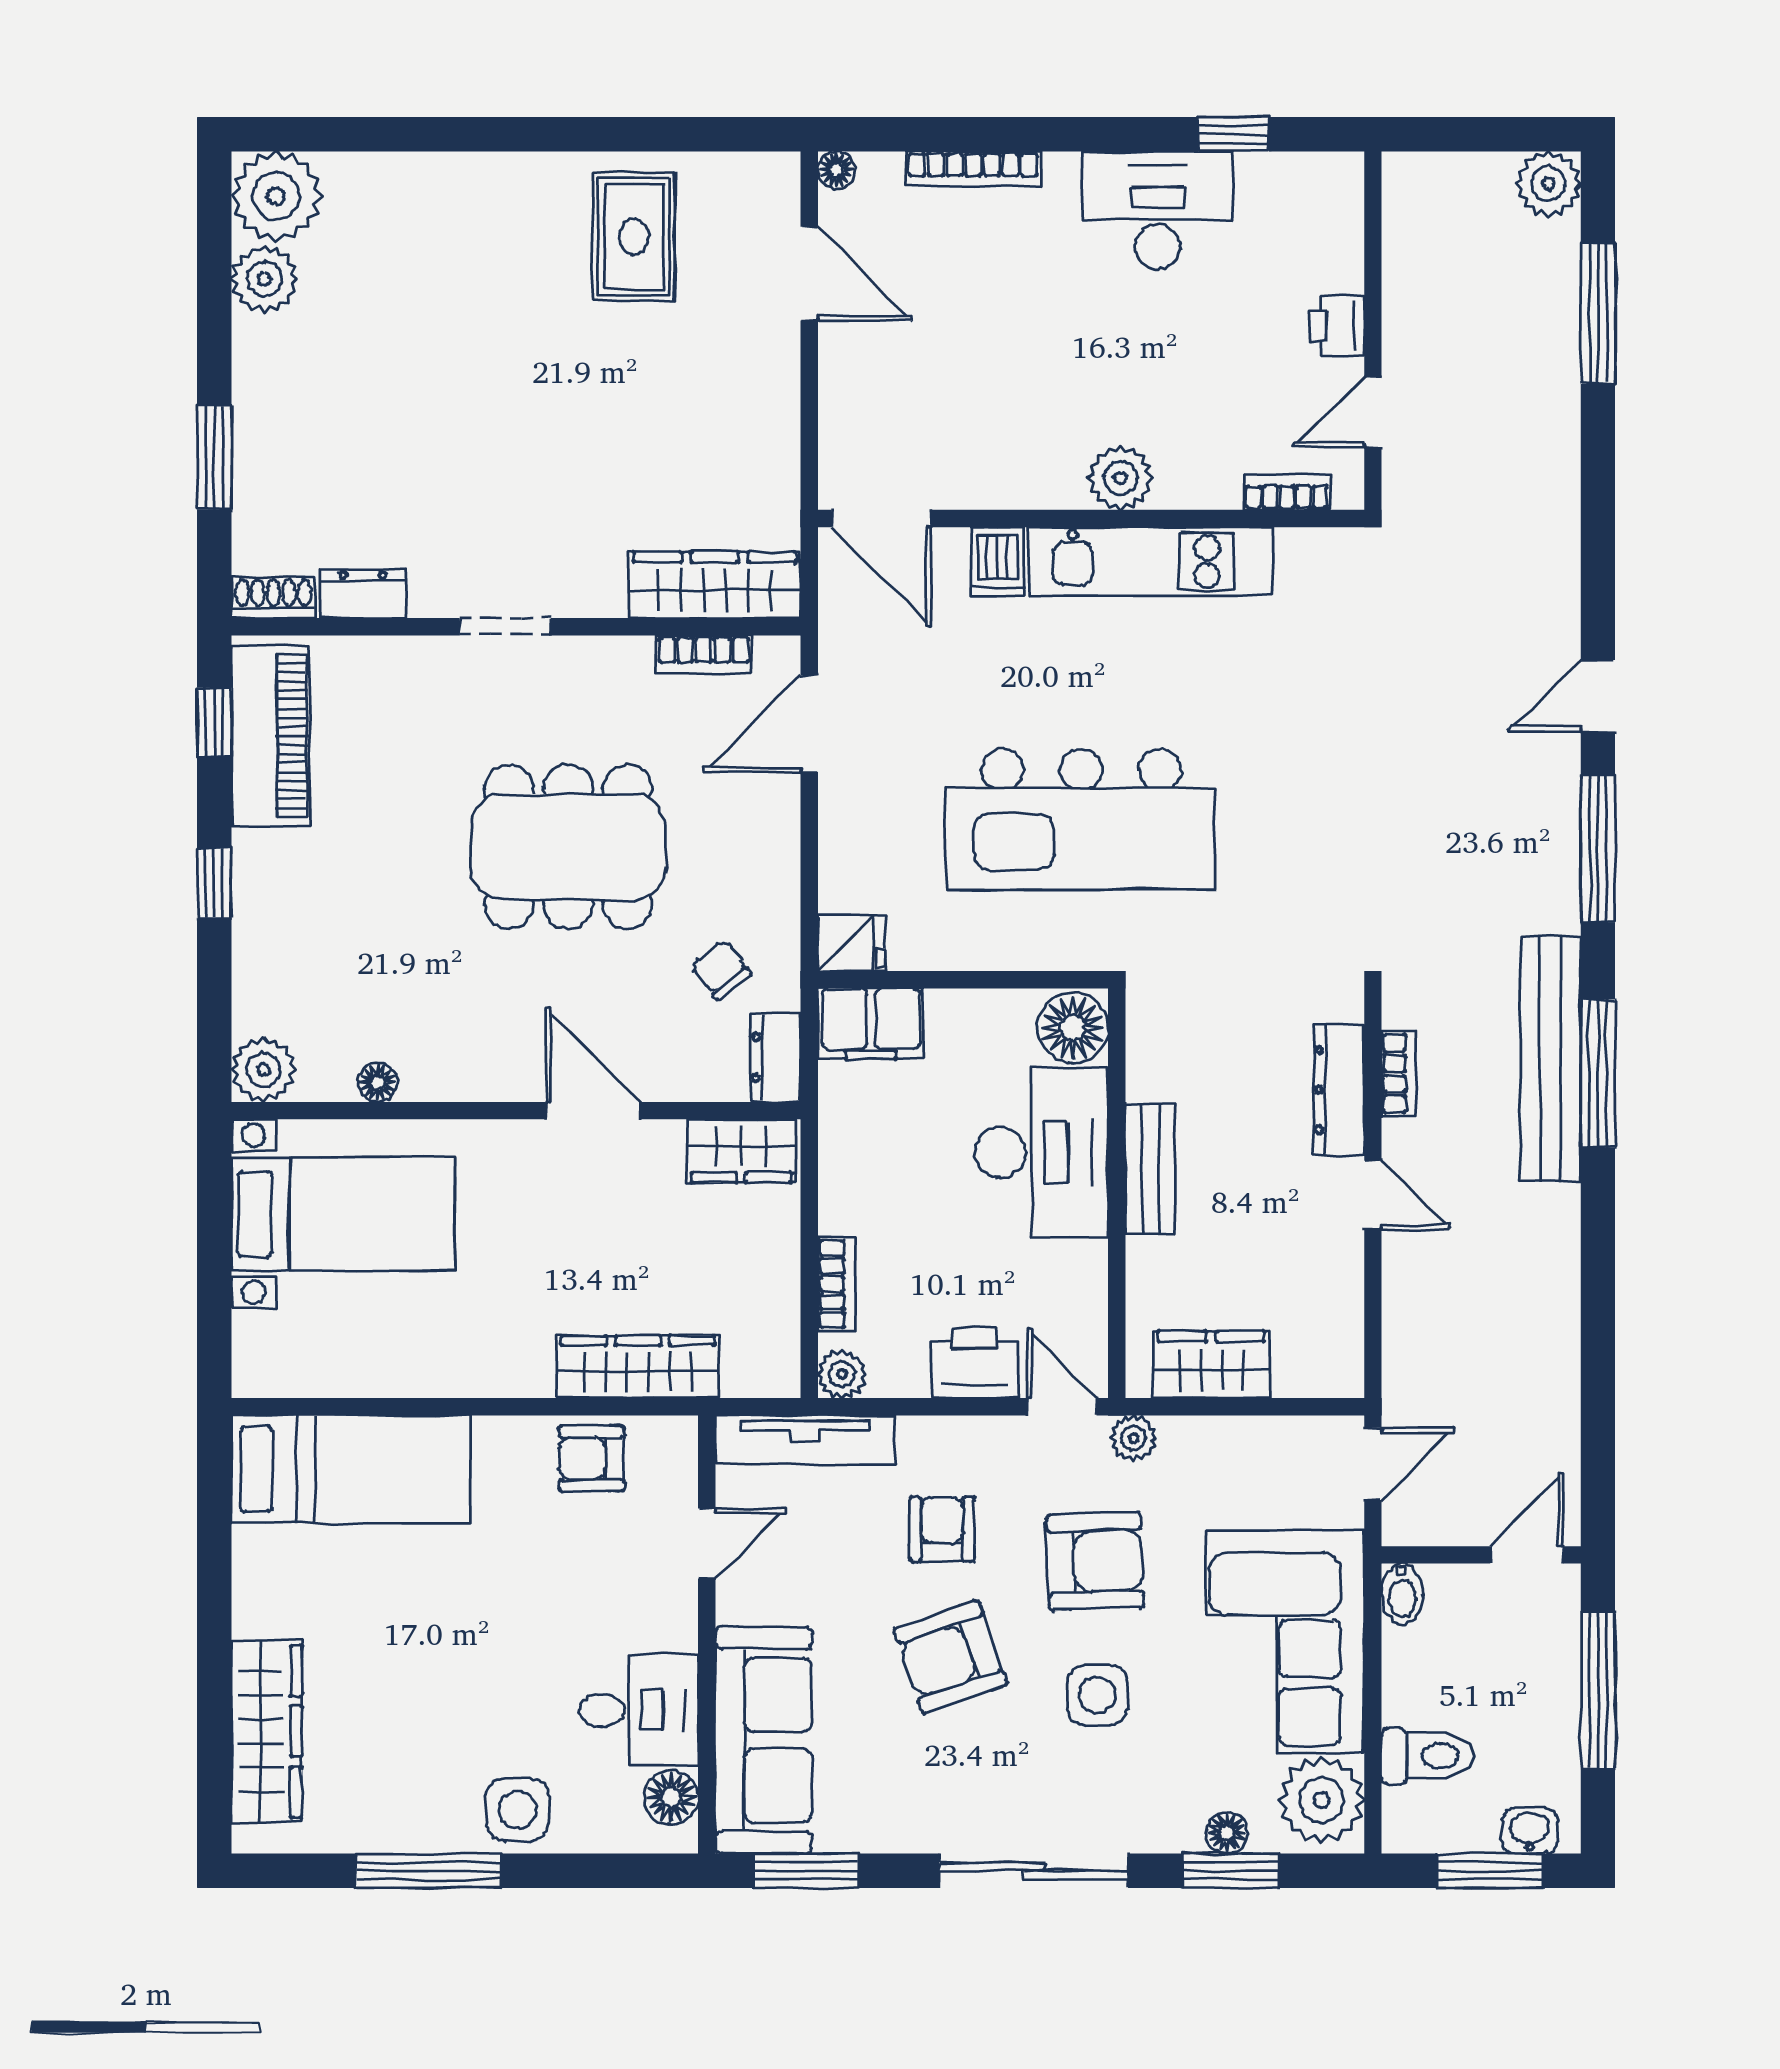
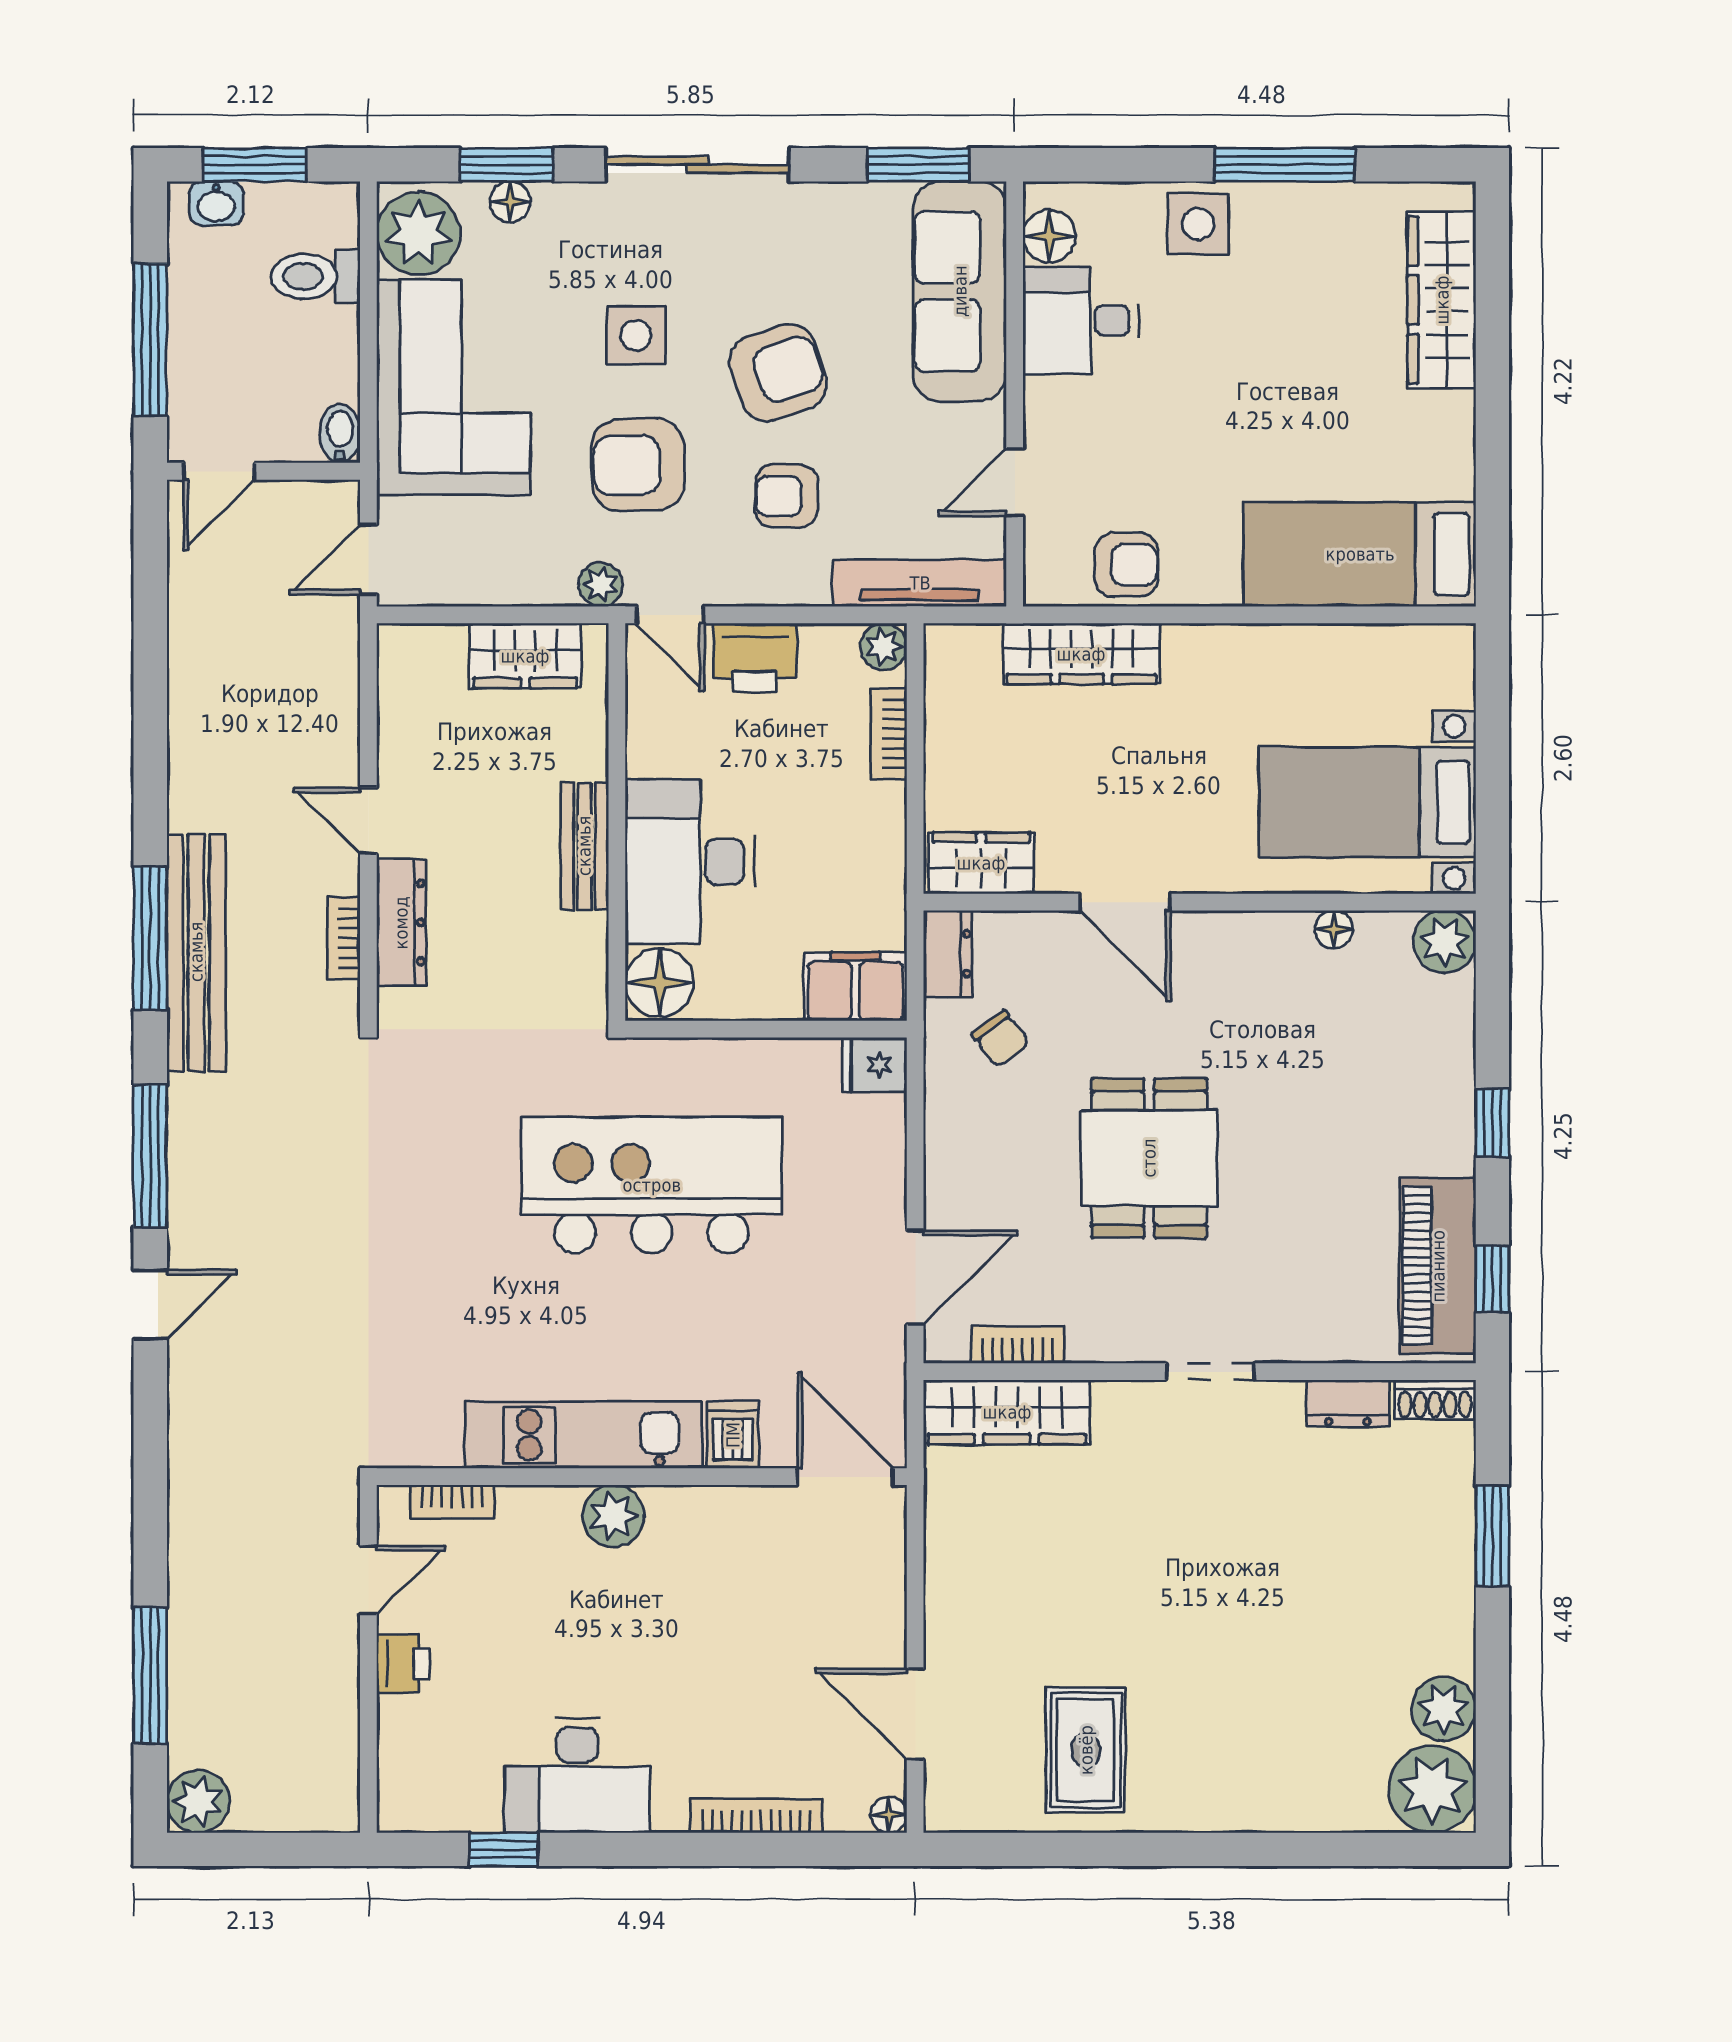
dining table: (568, 847) -> (1149, 1158), width x0.73
armchair: (942, 1529) -> (786, 496), turned 90

